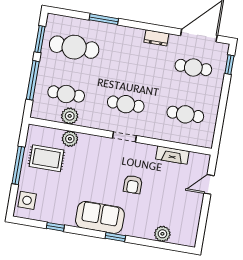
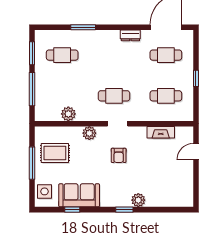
cafe table: (74, 47) -> (62, 55), width x0.73, depth x0.74
window: (229, 65) -> (196, 78), moved
cafe table: (66, 94) -> (62, 96), removed
plant: (70, 139) -> (89, 133), moved
armchair: (133, 184) -> (119, 155), moved
sofa: (100, 217) -> (79, 195), moved
plant: (162, 234) -> (138, 200), moved

